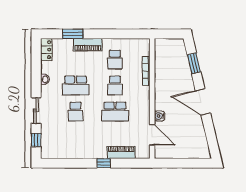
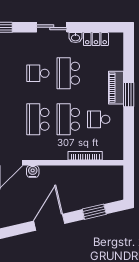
window: (73, 34) -> (129, 95), moved
locker: (46, 50) -> (96, 39), moved
school desk: (115, 86) -> (68, 119), width x1.85
sliding door: (36, 110) -> (52, 27), moved

